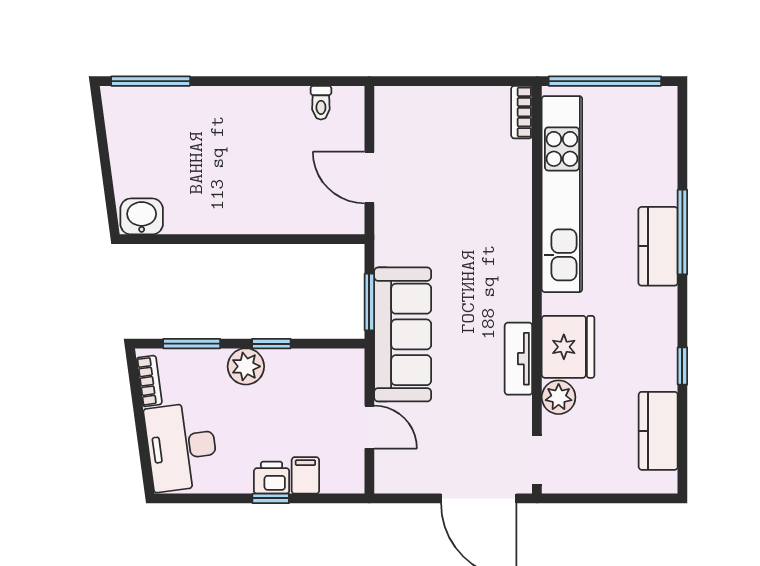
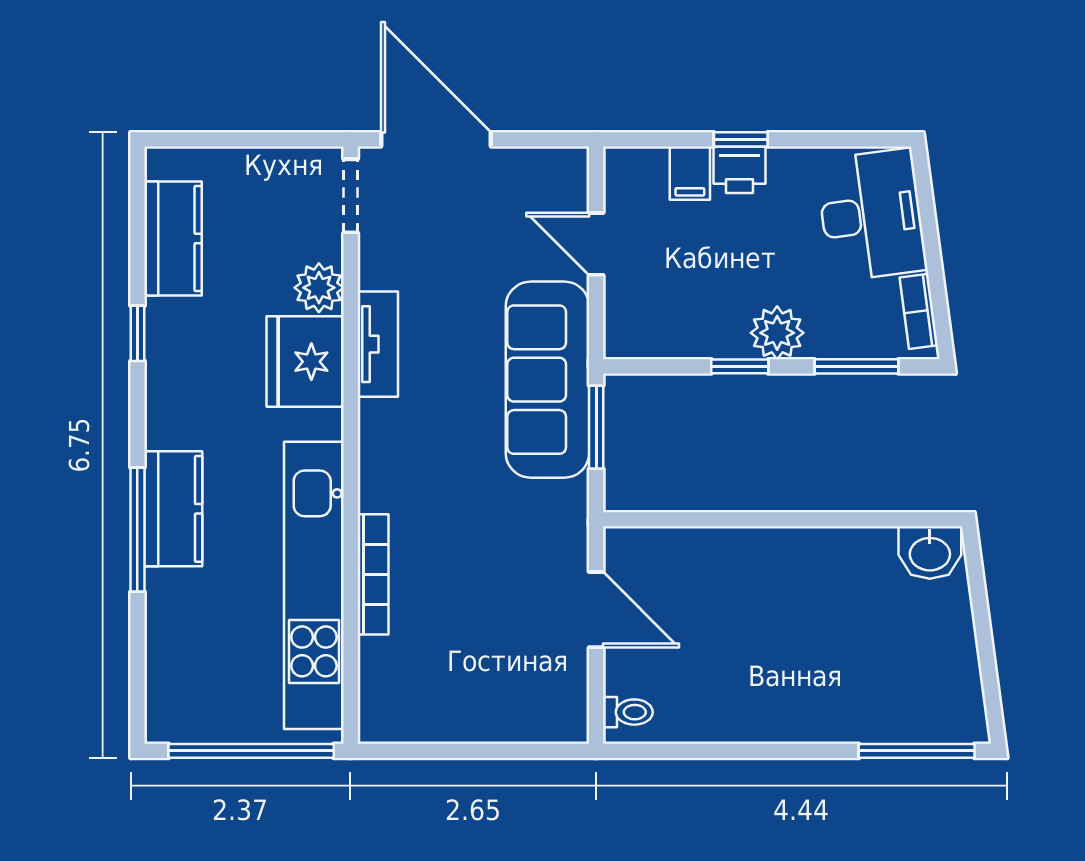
toilet: (321, 103) -> (628, 712), moved, turned 90
bookcase: (522, 112) -> (373, 574), moved, width x1.56

